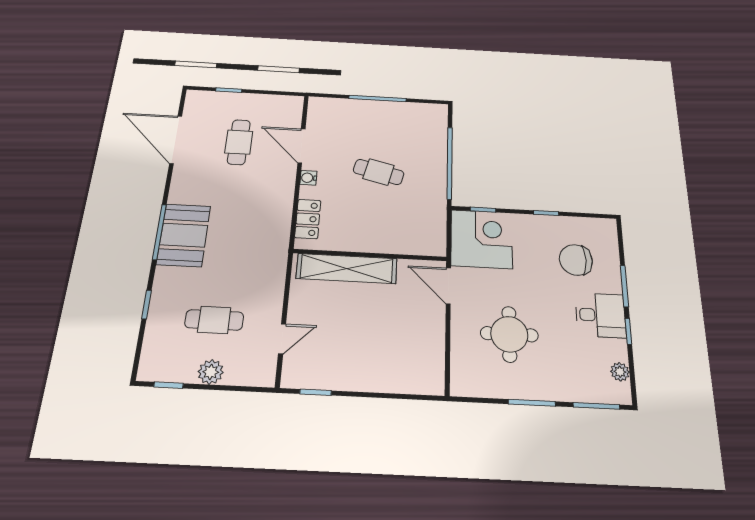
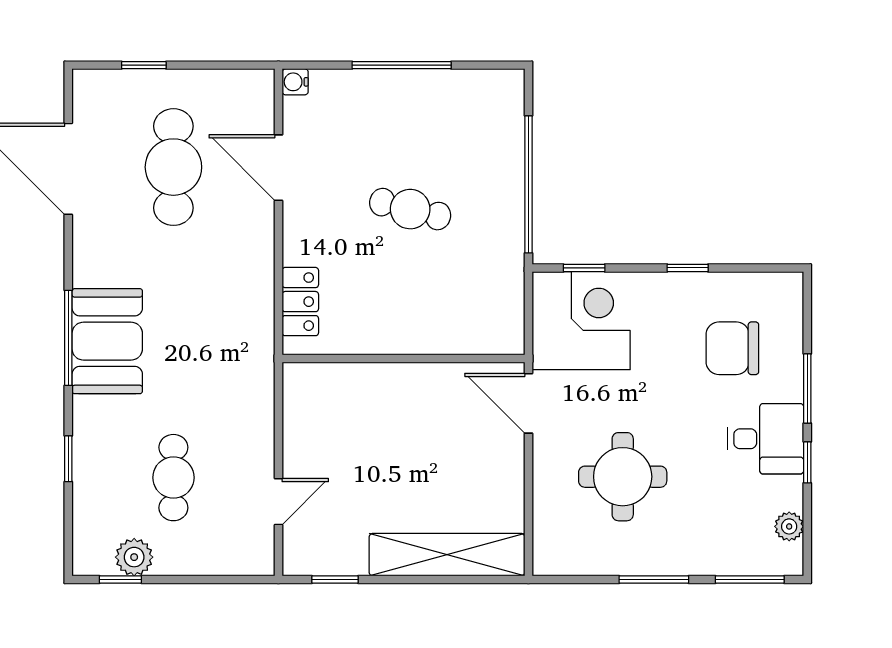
cafe table: (239, 142) -> (173, 167), width x1.37, depth x1.35
water cooler: (308, 178) -> (295, 82), moved
shelving: (347, 269) -> (447, 555), moved
cafe table: (214, 320) -> (173, 478), turned 90
plant: (211, 372) -> (134, 557), moved

